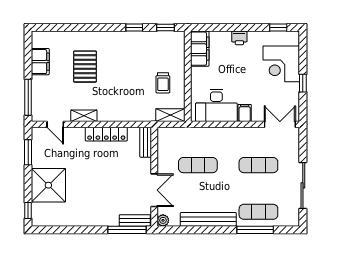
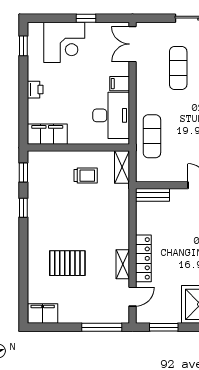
filing cabinet: (40, 62) -> (43, 313), moved
locker: (106, 134) -> (143, 258), moved
exercise mat: (198, 165) -> (152, 136), moved

